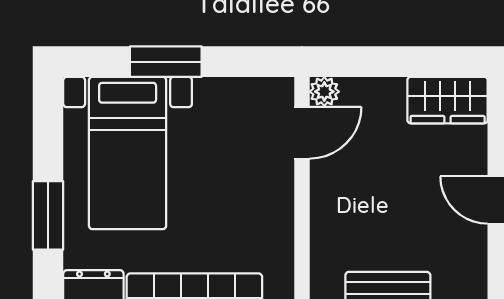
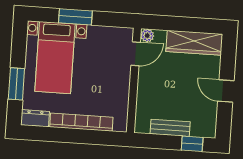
wardrobe: (448, 100) -> (194, 43), width x1.50

